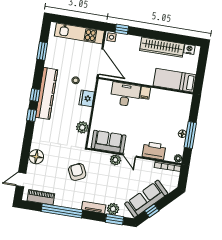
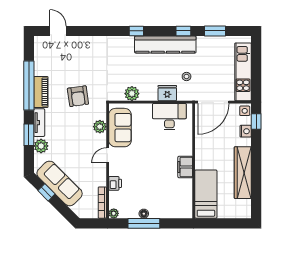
nightstand: (189, 49) -> (246, 131), moved
filing cabinet: (145, 93) -> (185, 167), width x2.00
window: (35, 95) -> (183, 31), moved
desk: (125, 95) -> (169, 117), moved, turned -90
printer: (154, 151) -> (115, 183), width x0.53, depth x0.68
floor lamp: (36, 157) -> (88, 45), removed
plant: (115, 160) -> (100, 127), moved
armchair: (77, 172) -> (78, 96), turned 107
piano: (41, 197) -> (41, 92), moved
window: (115, 219) -> (29, 135), moved

